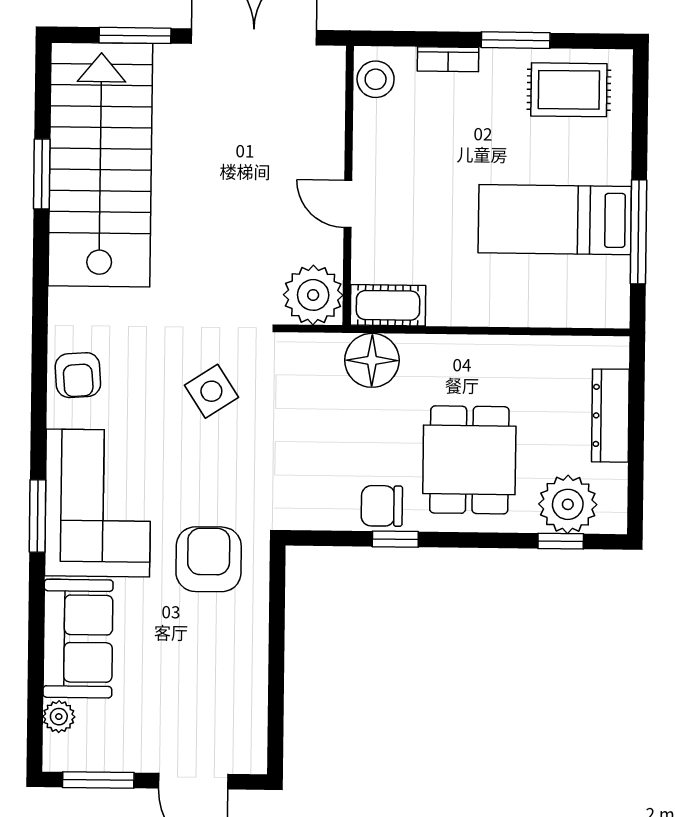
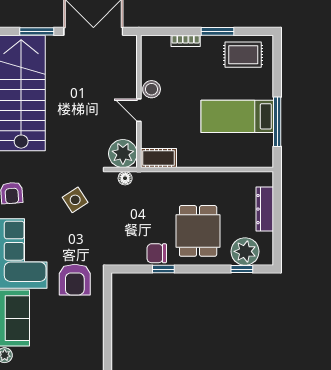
stool: (376, 79) -> (152, 89), moved
floor lamp: (372, 360) -> (125, 178), moved, width x0.53, depth x0.53
armchair: (209, 559) -> (75, 280), turned 180

